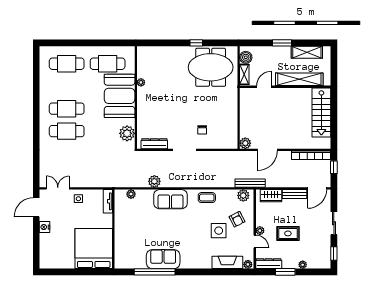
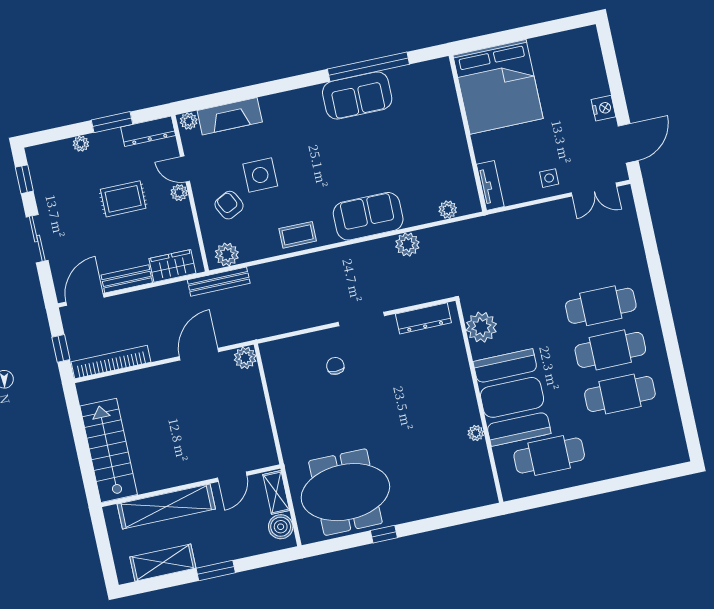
cafe table: (67, 64) -> (620, 394), moved

